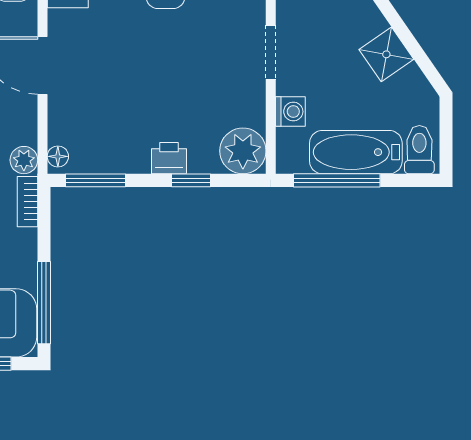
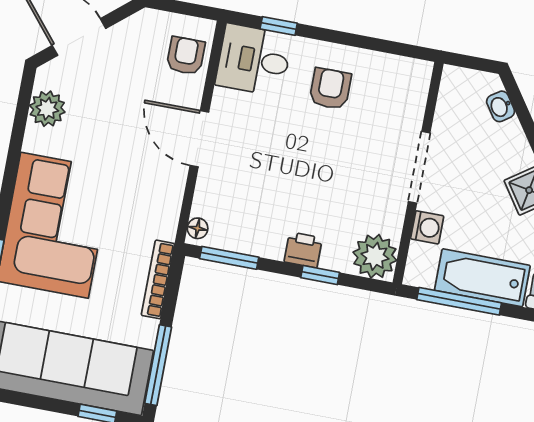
doorway: (271, 52) -> (419, 167), width x1.38
plant: (24, 160) -> (165, 226), removed
bookcase: (27, 202) -> (158, 279), width x1.56

